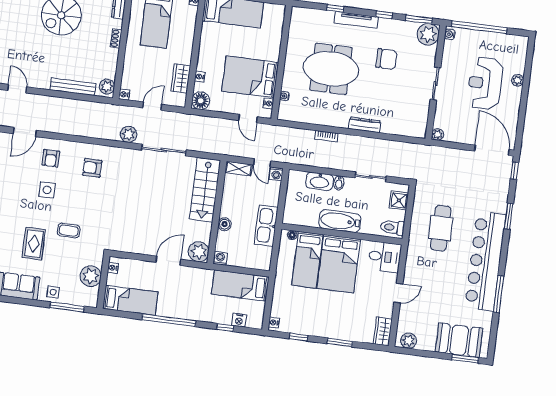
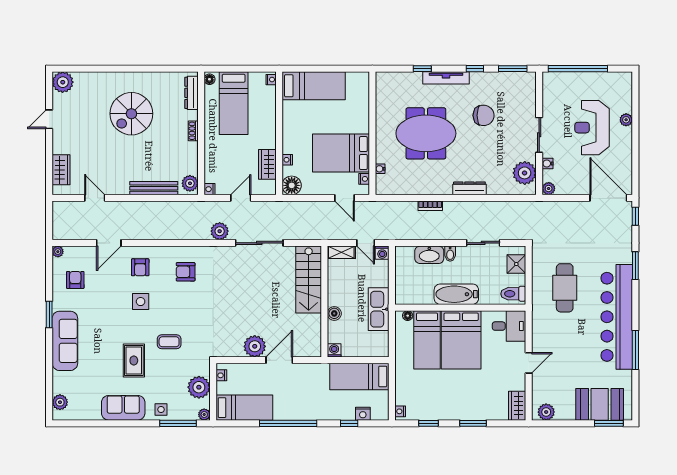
plant: (428, 34) -> (525, 173), moved
water cooler: (450, 34) -> (548, 163), moved
plant: (199, 252) -> (255, 346), moved
plant: (92, 302) -> (204, 415), added

